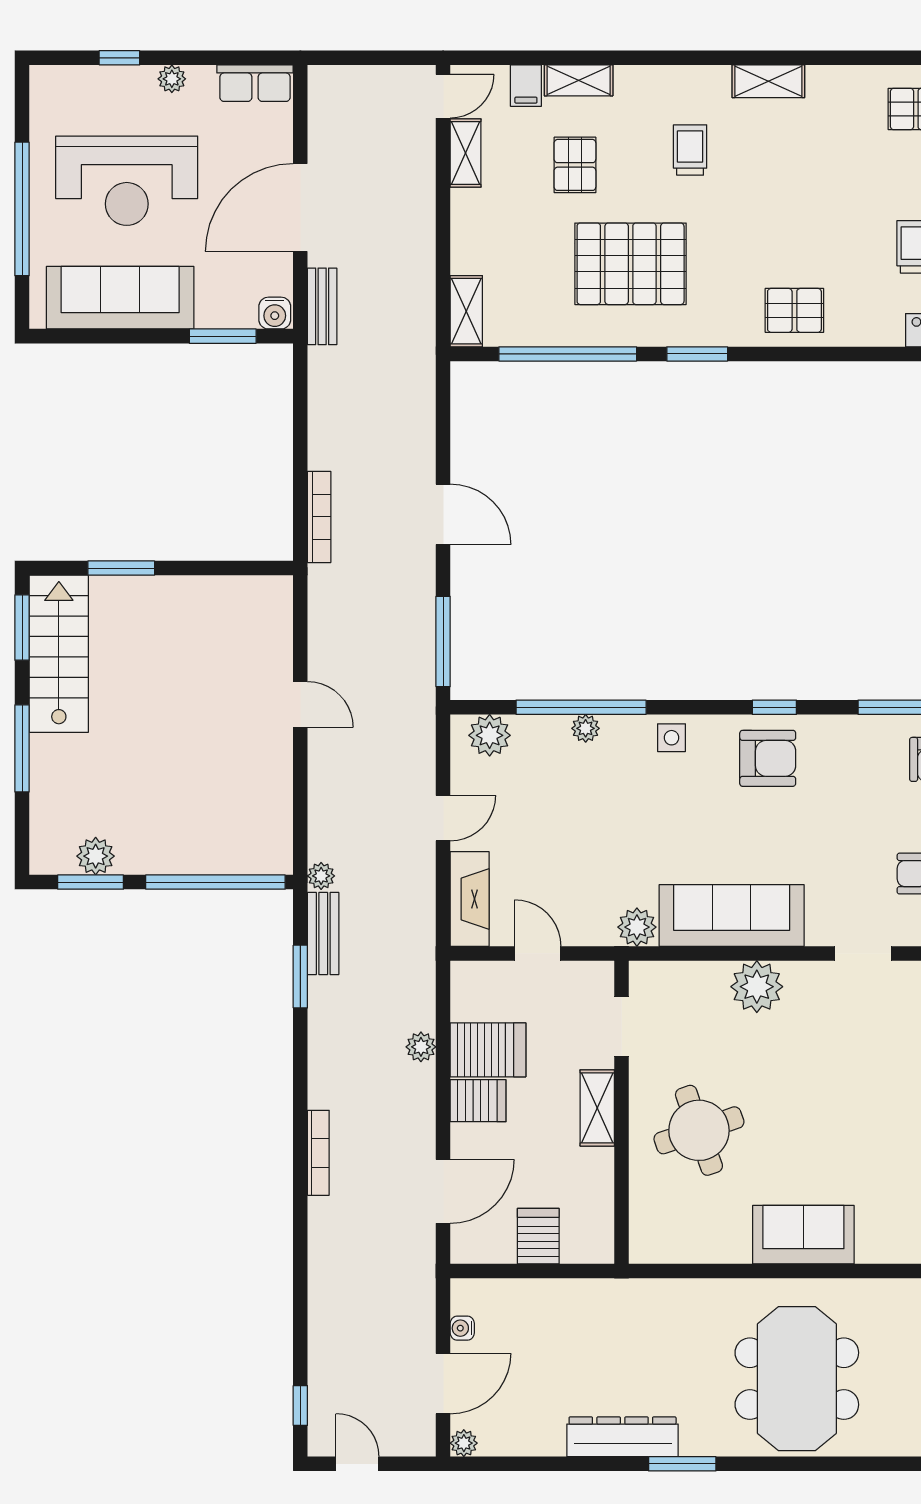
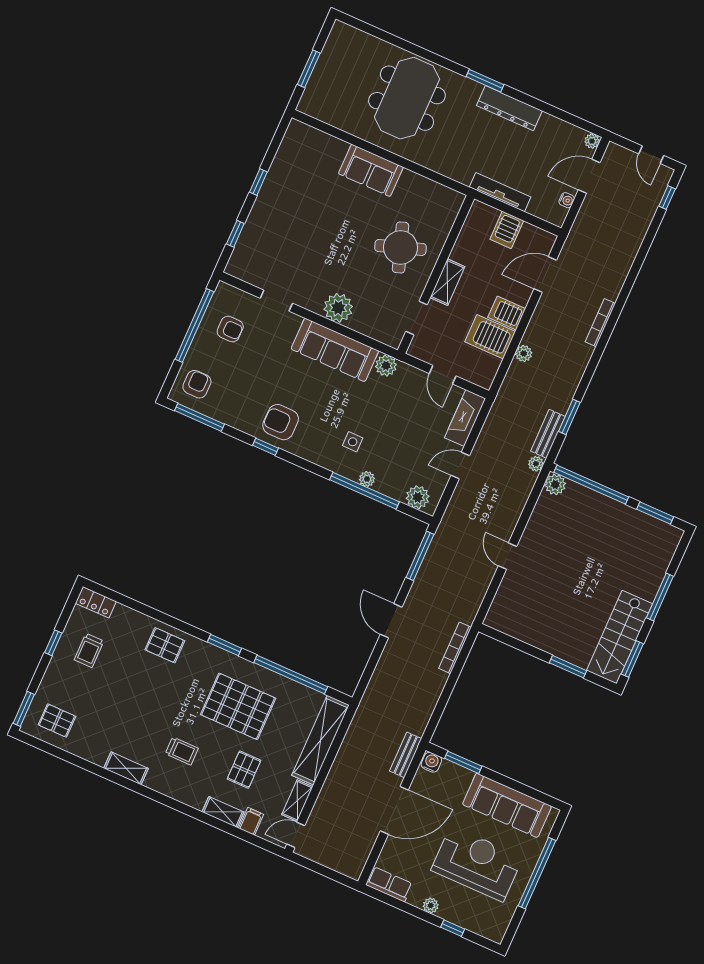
trolley: (690, 150) -> (182, 751), turned -90
shelving: (466, 311) -> (320, 740), width x2.20, depth x1.33
side table: (672, 738) -> (353, 442), moved
plant: (96, 856) -> (555, 484), moved
tv unit: (577, 1293) -> (500, 192), added

